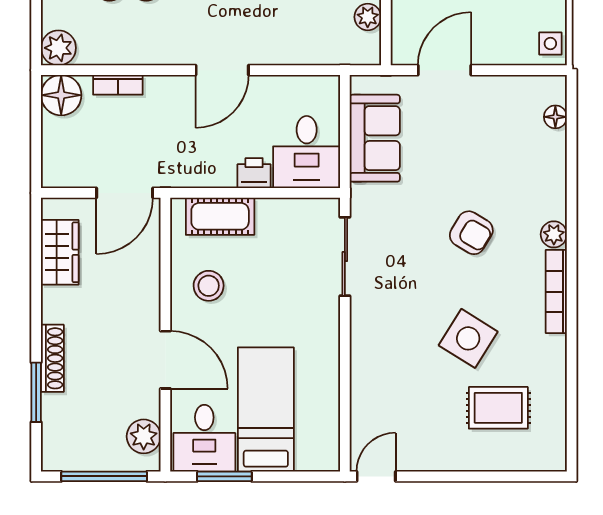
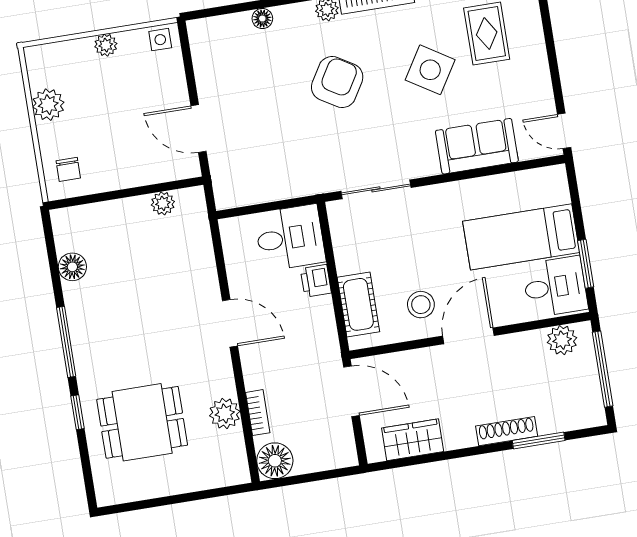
plant: (58, 48) -> (225, 413), moved
floor lamp: (555, 117) -> (262, 19), moved
sofa: (375, 138) -> (477, 146), moved
armchair: (471, 233) -> (337, 82), width x1.38, depth x1.38
door: (165, 360) -> (468, 336), moved

